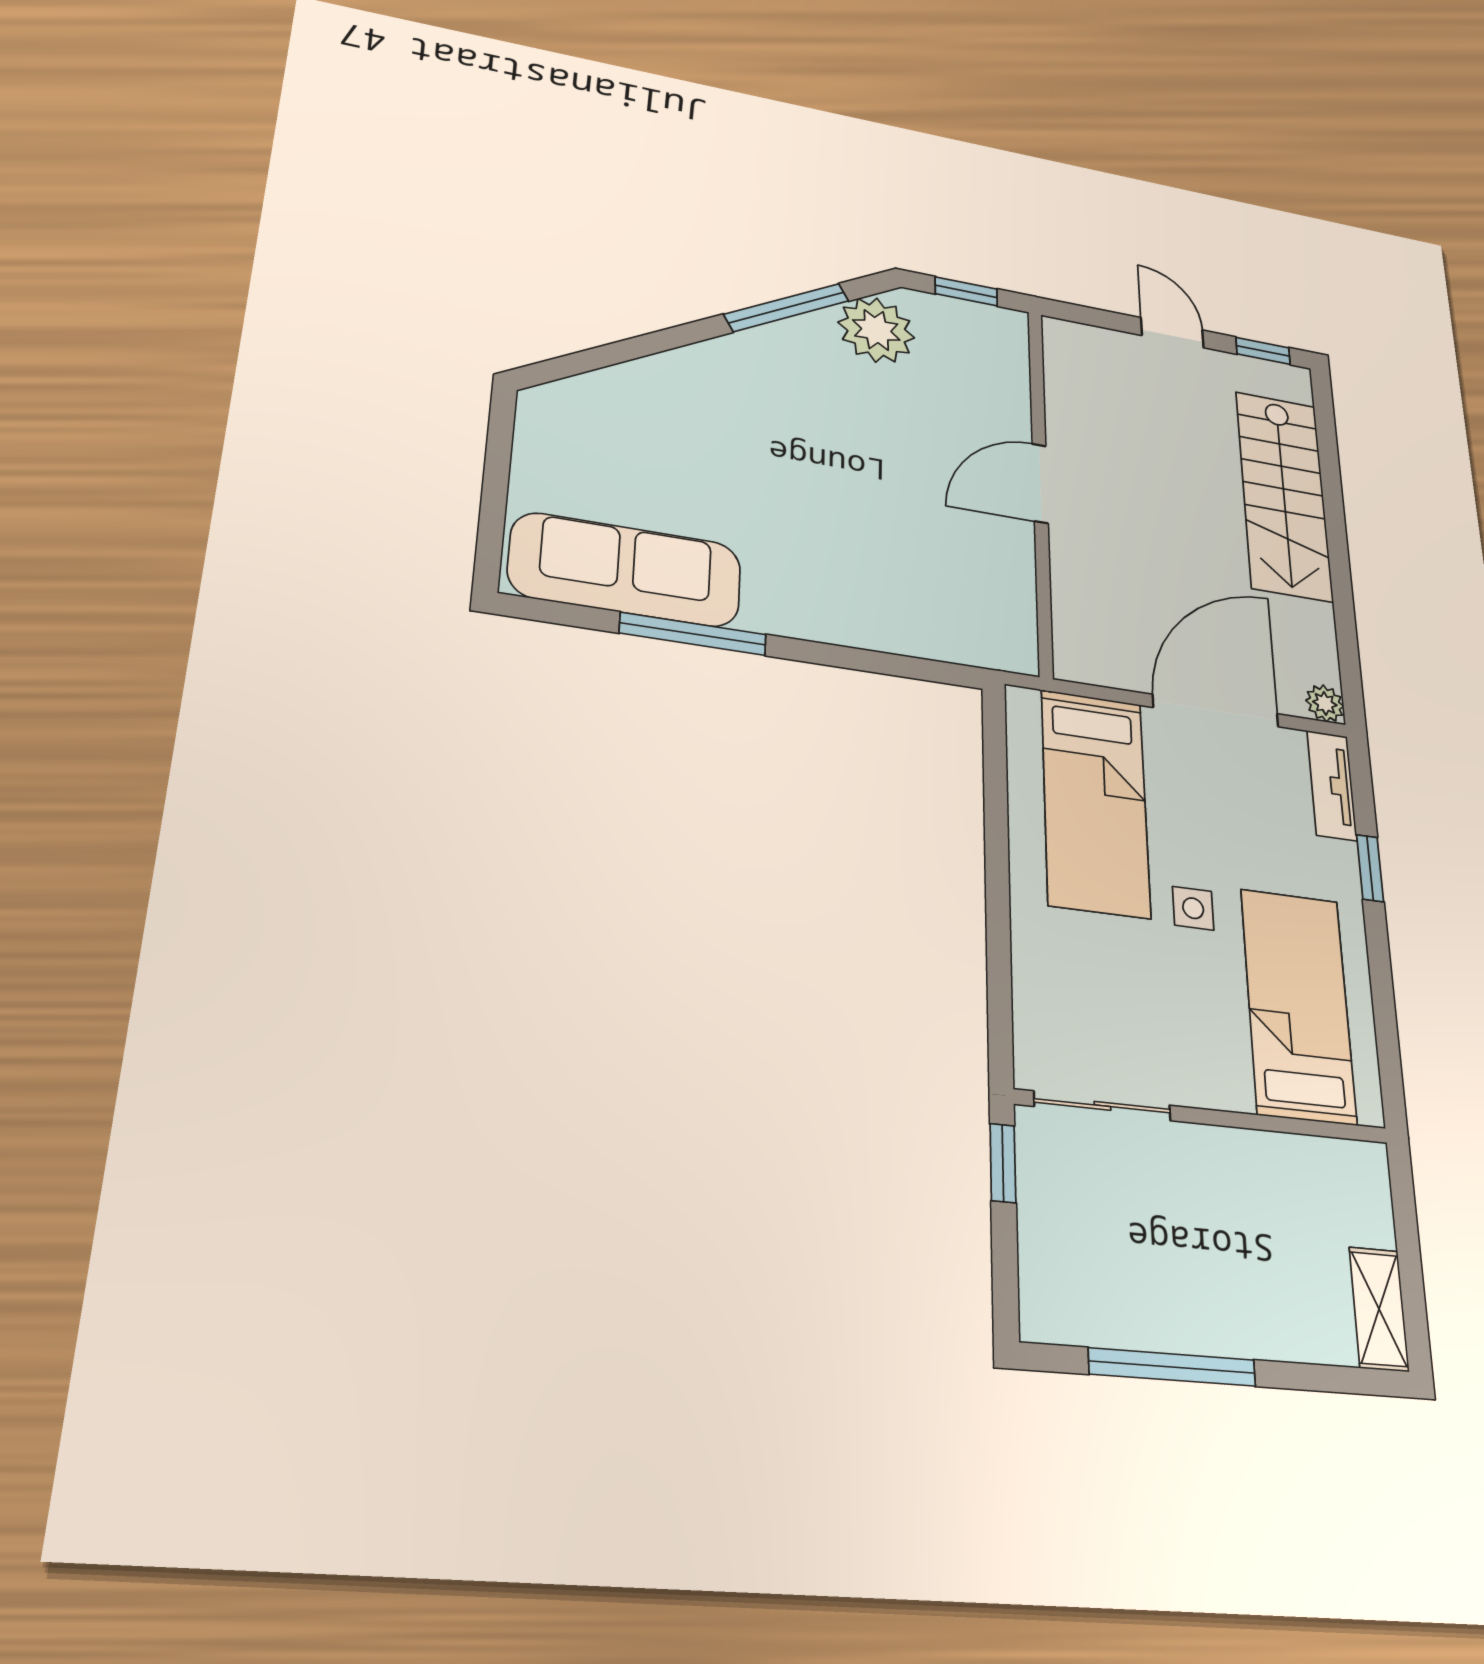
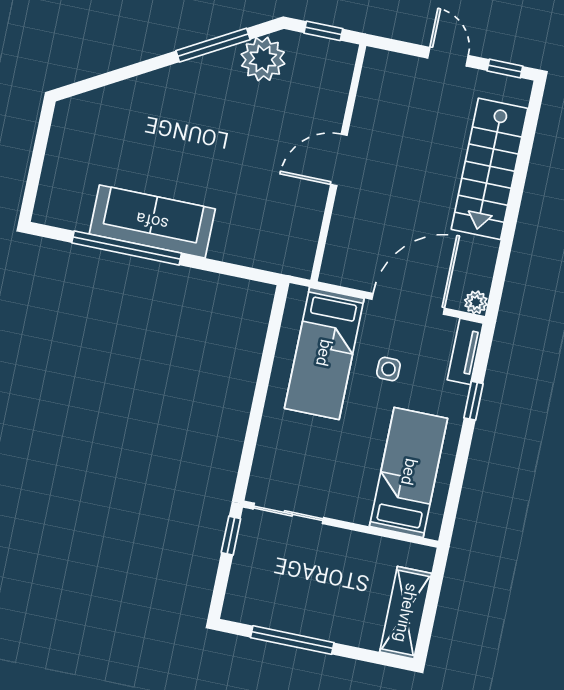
sofa: (626, 570) -> (152, 221), moved
window: (693, 634) -> (127, 248), width x1.46
side table: (1193, 908) -> (388, 369), moved
shelving: (1379, 1309) -> (406, 613), width x1.50, depth x1.33

